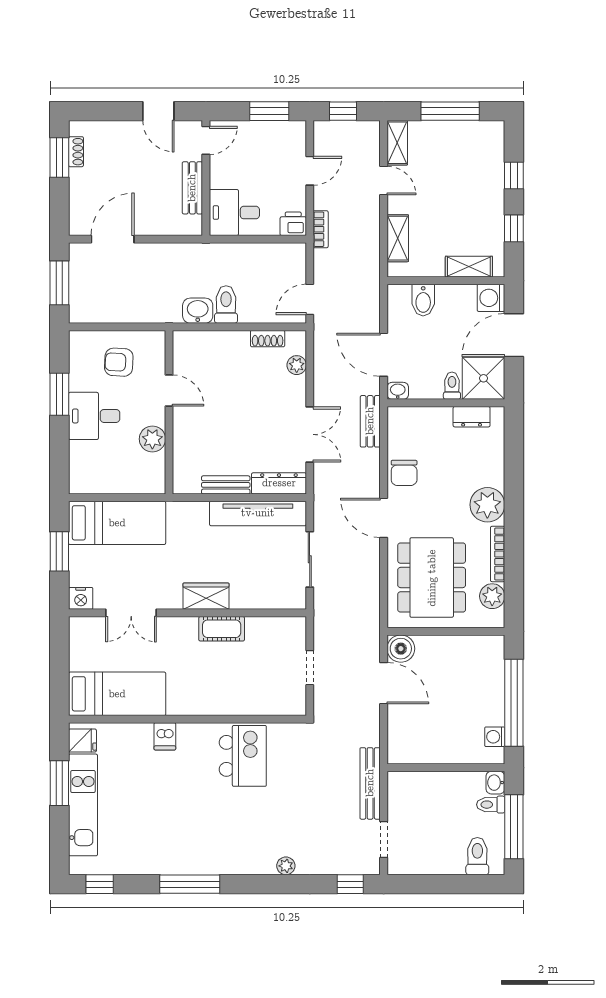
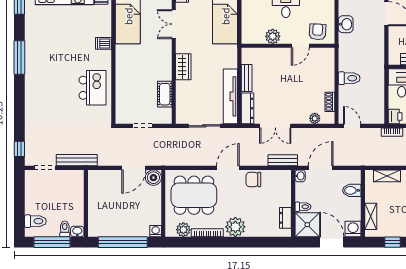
washbasin: (198, 311) -> (346, 24), moved
armchair: (119, 362) -> (318, 32), moved
cot: (222, 629) -> (165, 94), moved
washing machine: (495, 737) -> (156, 231), moved
kitchen island: (243, 756) -> (92, 88), turned -90
plant: (286, 866) -> (30, 112), removed

